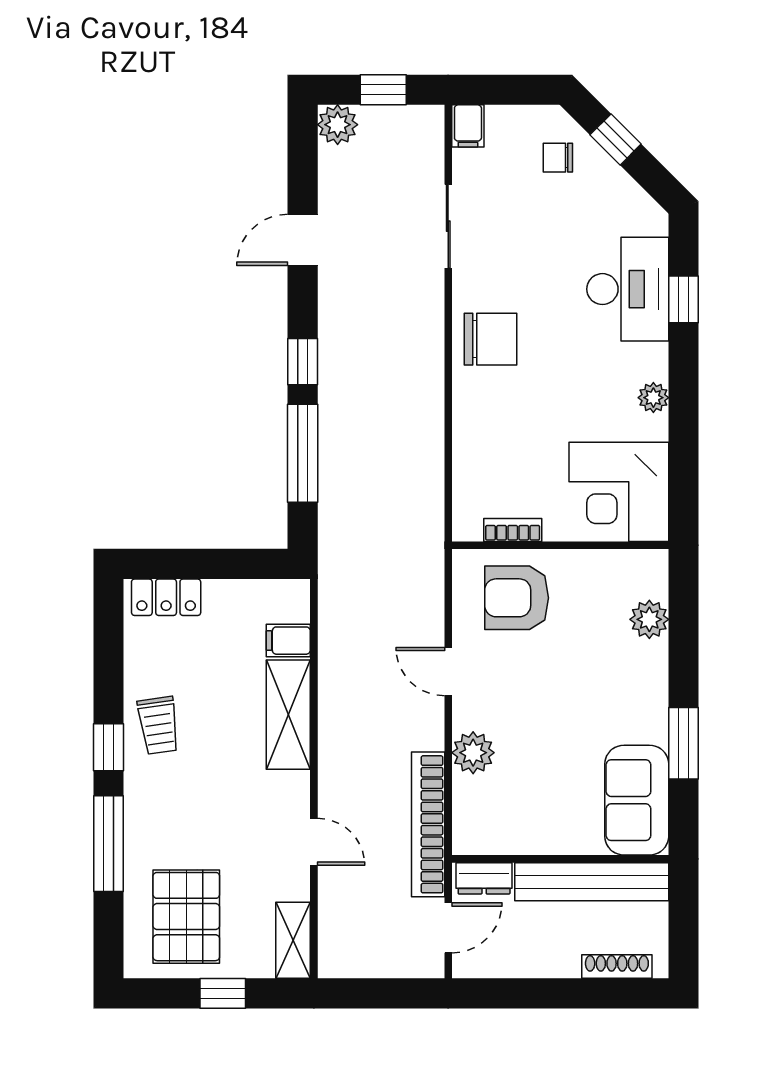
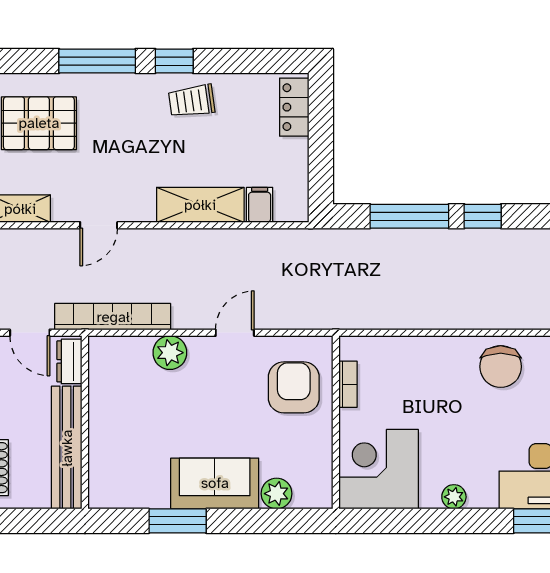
sofa: (637, 800) -> (215, 483), moved

